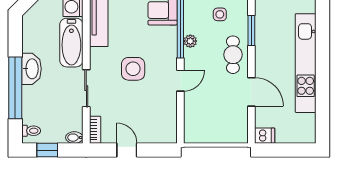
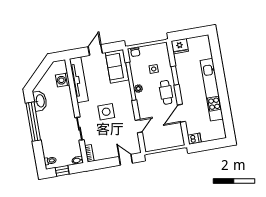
bathtub: (71, 43) -> (65, 102), removed
washbasin: (32, 69) -> (40, 101), moved
door: (180, 81) -> (139, 126), moved
window: (15, 88) -> (33, 122), moved
door: (251, 92) -> (181, 113), swing flipped
door: (127, 150) -> (126, 160), moved

